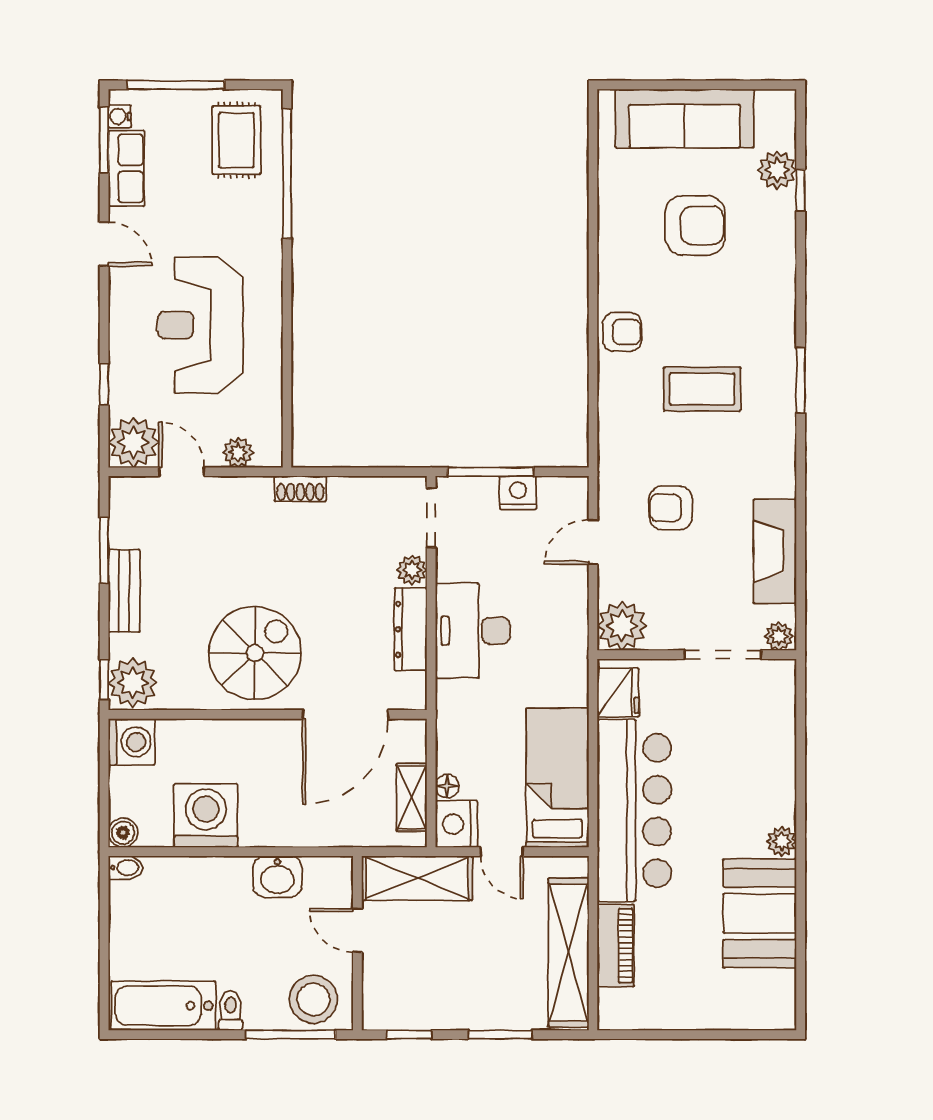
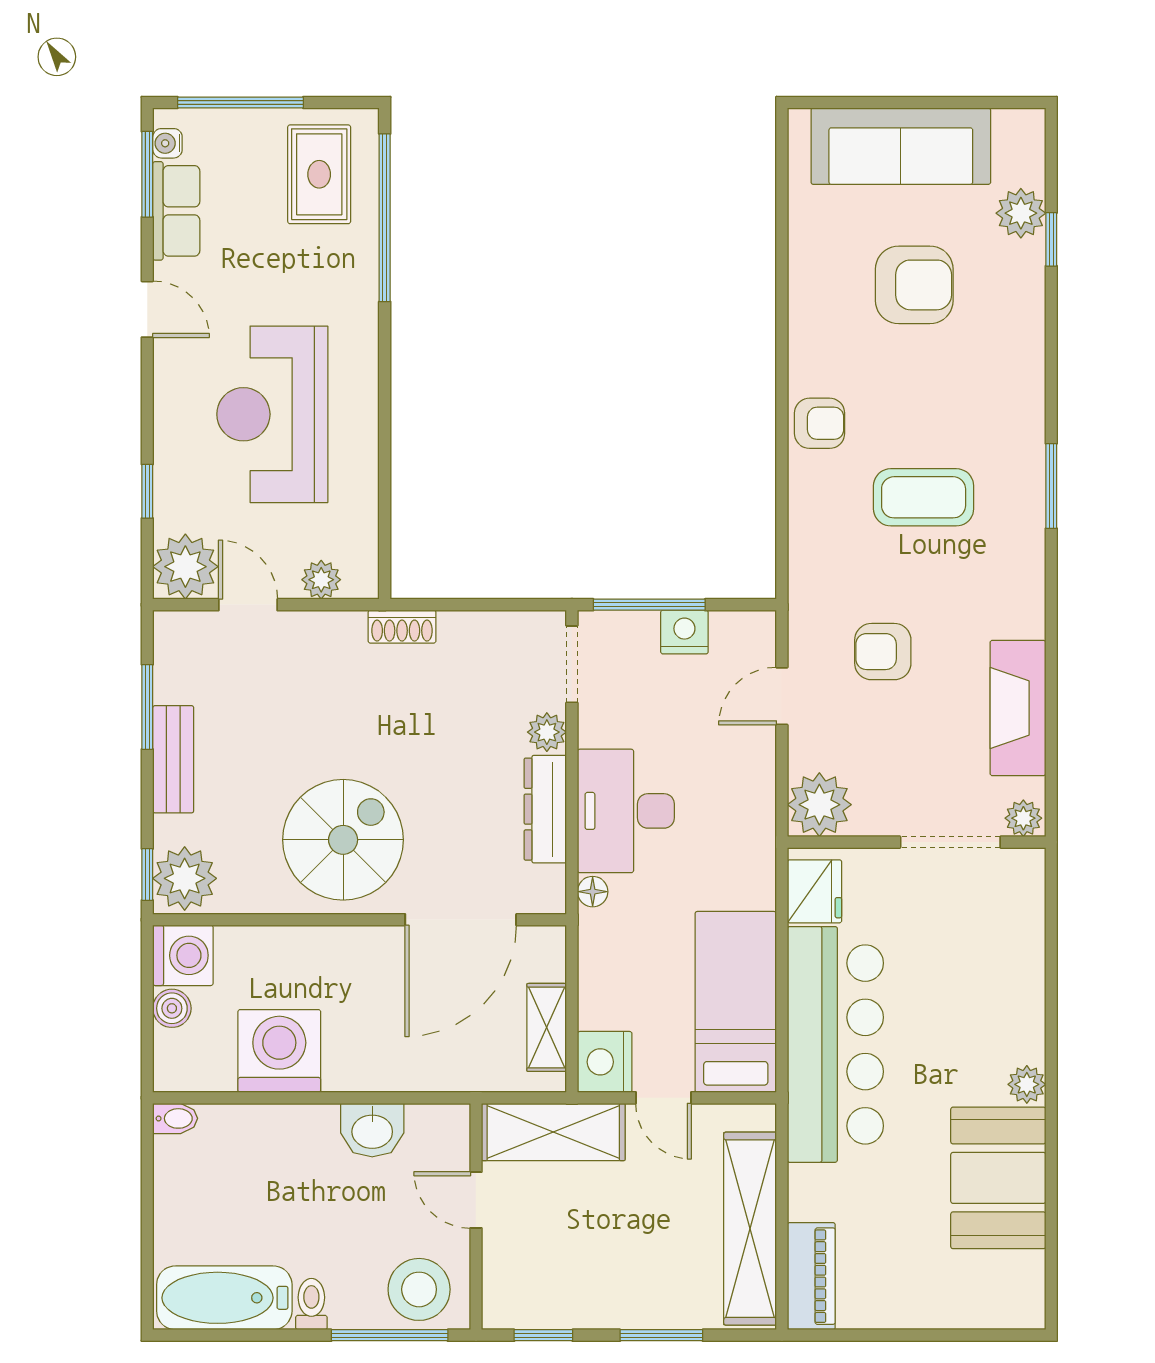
floor lamp: (447, 786) -> (593, 892), moved
boiler: (123, 833) -> (172, 1008), moved
piano: (616, 945) -> (811, 1276), moved

